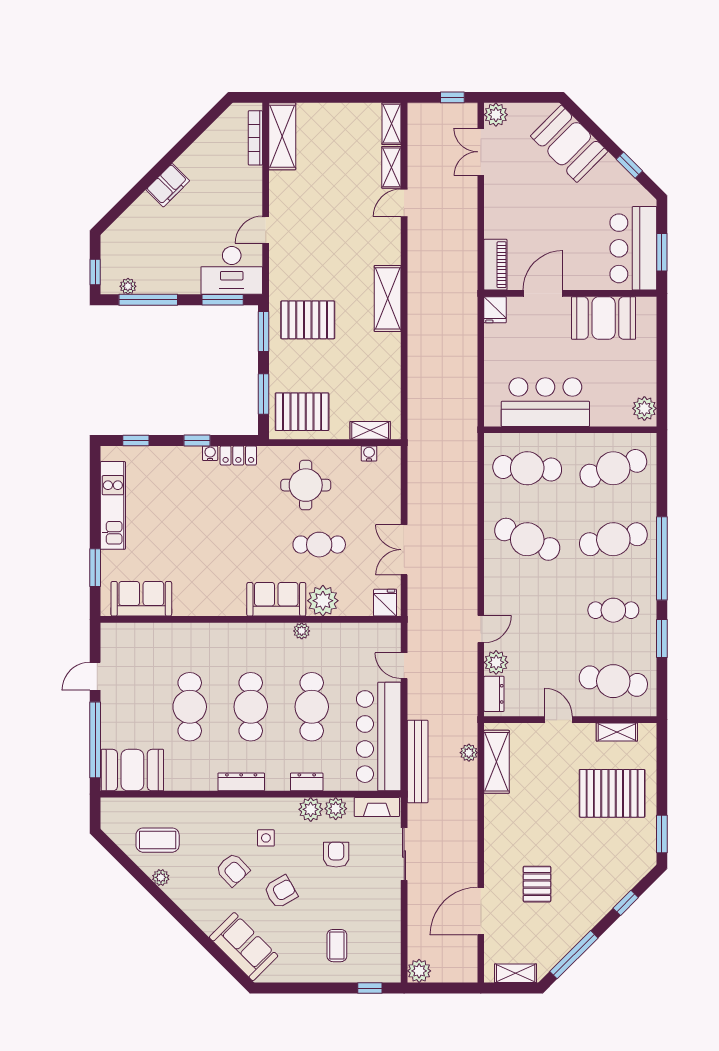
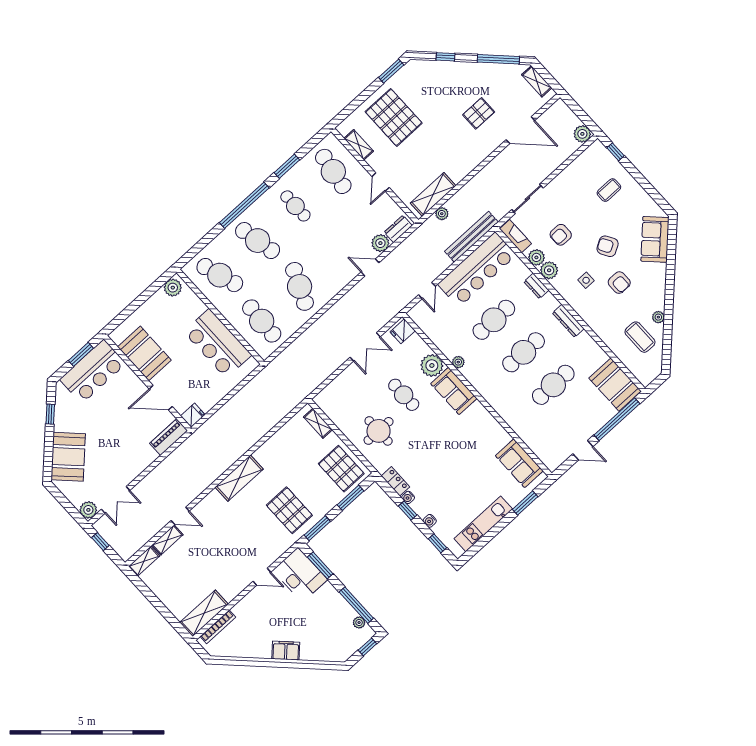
water cooler: (369, 453) -> (430, 521), moved
armchair: (233, 870) -> (619, 283), turned 133

